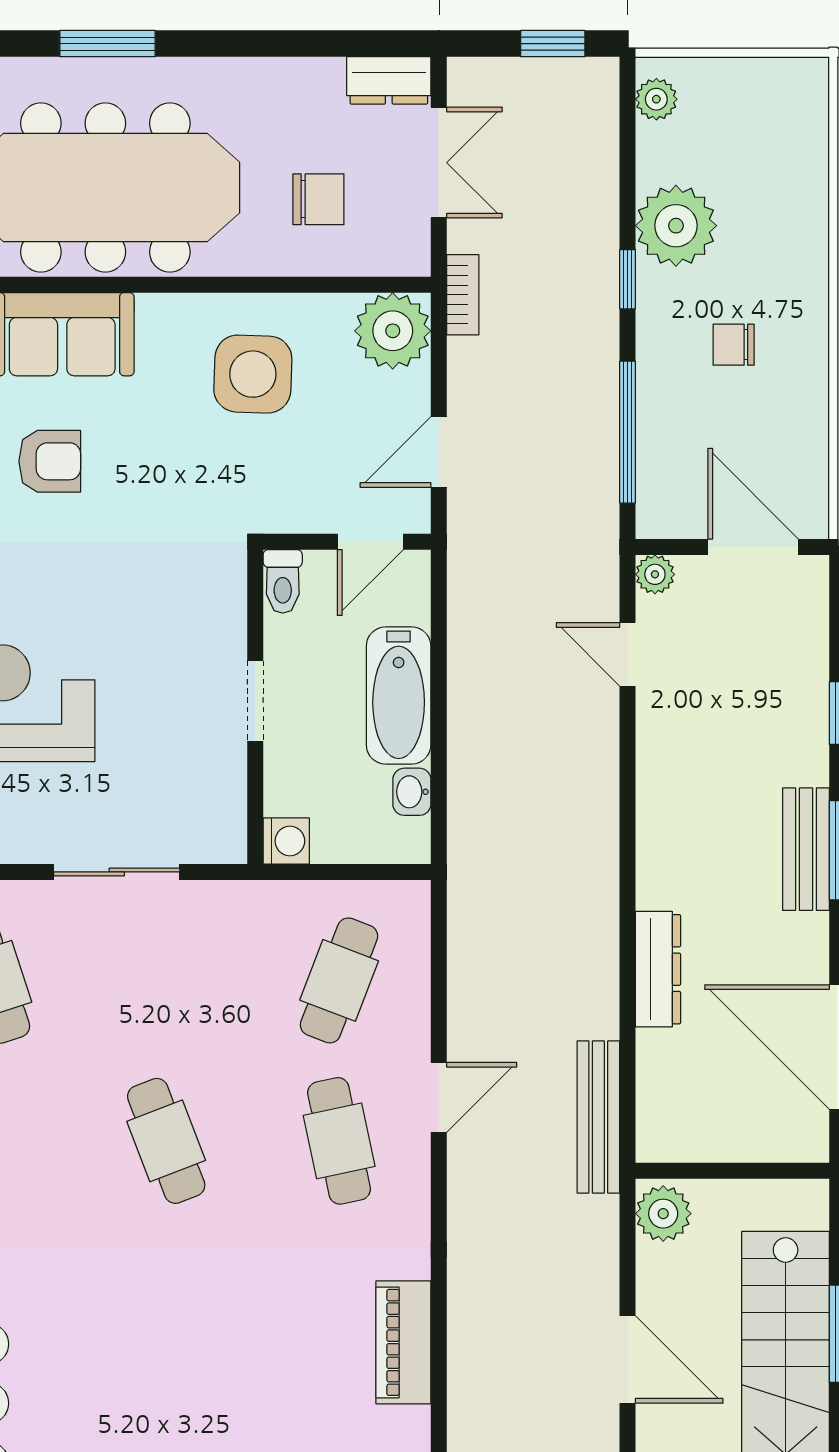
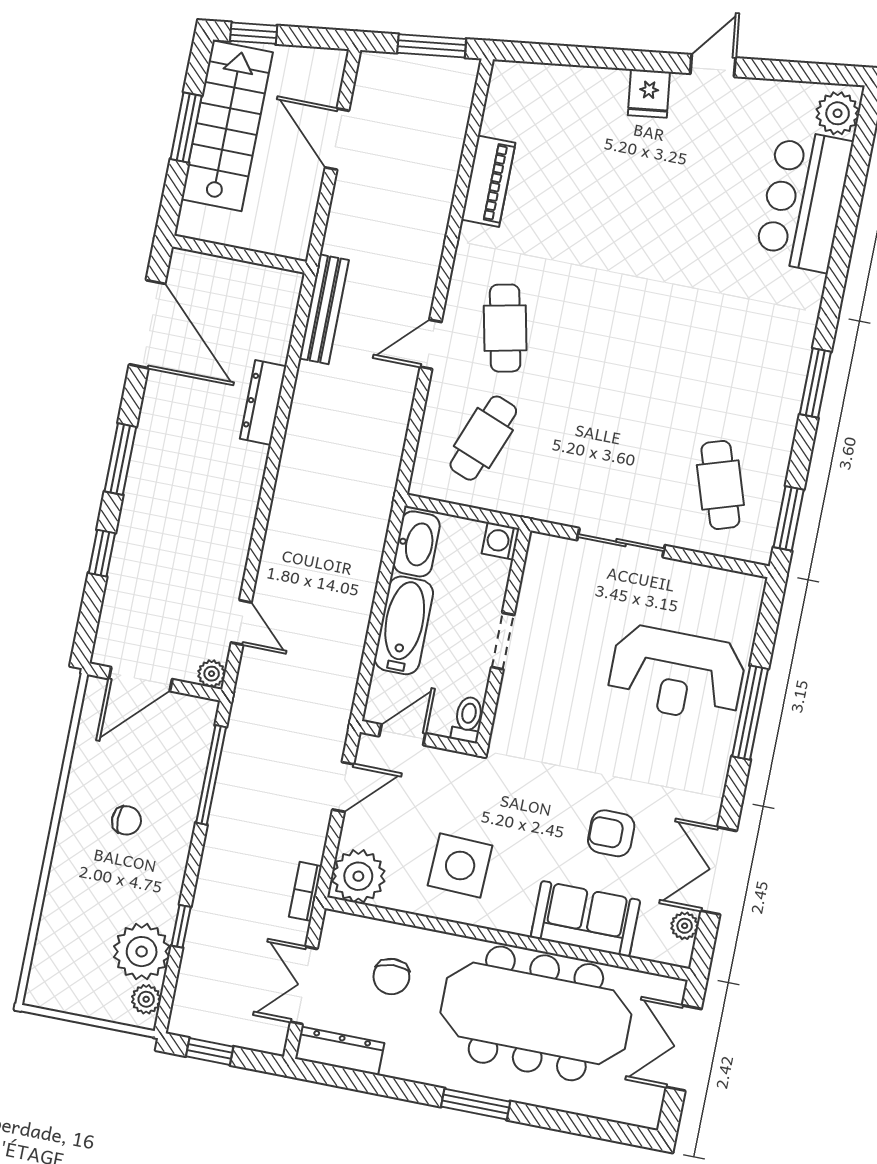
window: (107, 44) -> (476, 1104), moved
dresser: (389, 80) -> (340, 1051), width x1.44
chair: (318, 199) -> (391, 976), turned -93
plant: (676, 226) -> (142, 952), moved
window: (628, 279) -> (181, 926), moved
door: (753, 547) -> (140, 679), hinge flipped
washbasin: (412, 792) -> (417, 544), width x1.91, depth x1.45
bench: (806, 849) -> (145, 465), removed
cafe table: (166, 1141) -> (624, 352), removed
plant: (663, 1214) -> (293, 234), removed

